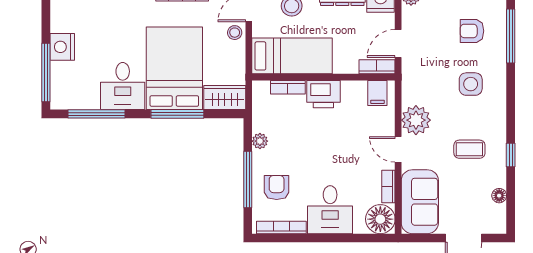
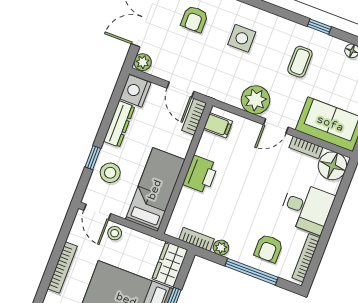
bookcase: (288, 87) -> (196, 239), moved, turned -90
armchair: (277, 187) -> (268, 248), turned -90

